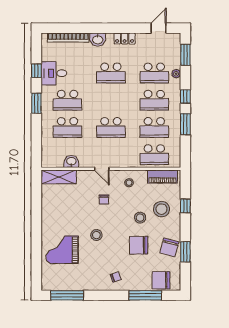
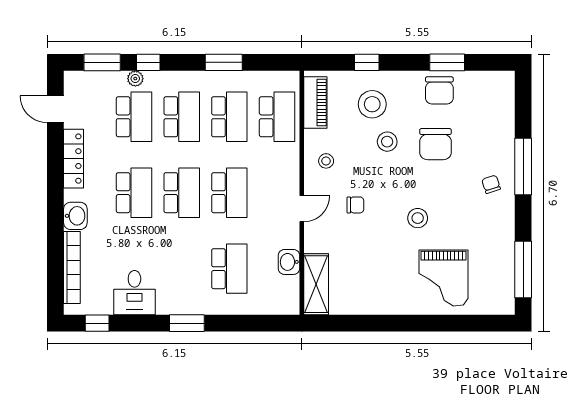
locker: (125, 38) -> (73, 159), width x1.53
window: (36, 71) -> (97, 323), moved
window: (185, 97) -> (148, 62), moved
school desk: (68, 100) -> (182, 193), moved
chair: (169, 247) -> (439, 90), turned 75
chair: (161, 280) -> (497, 105), removed
window: (145, 295) -> (523, 167), moved

